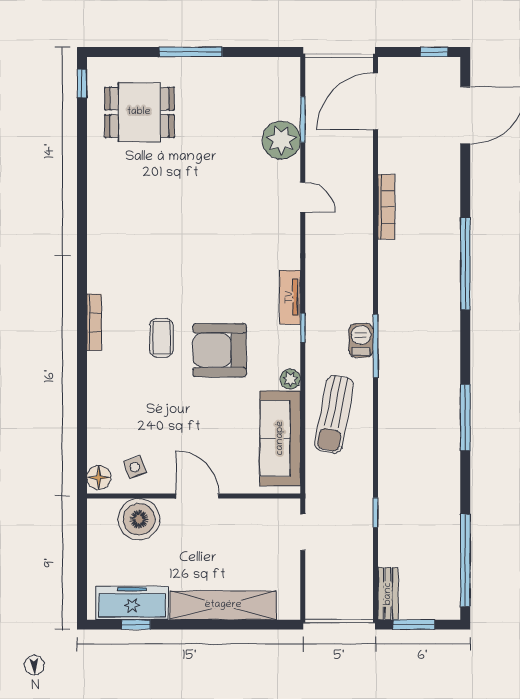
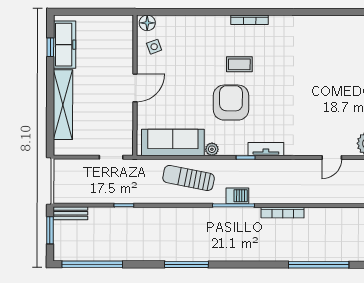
bookcase: (386, 207) -> (283, 213), moved
window: (465, 264) -> (319, 265), moved
boiler: (139, 519) -> (120, 49), removed

